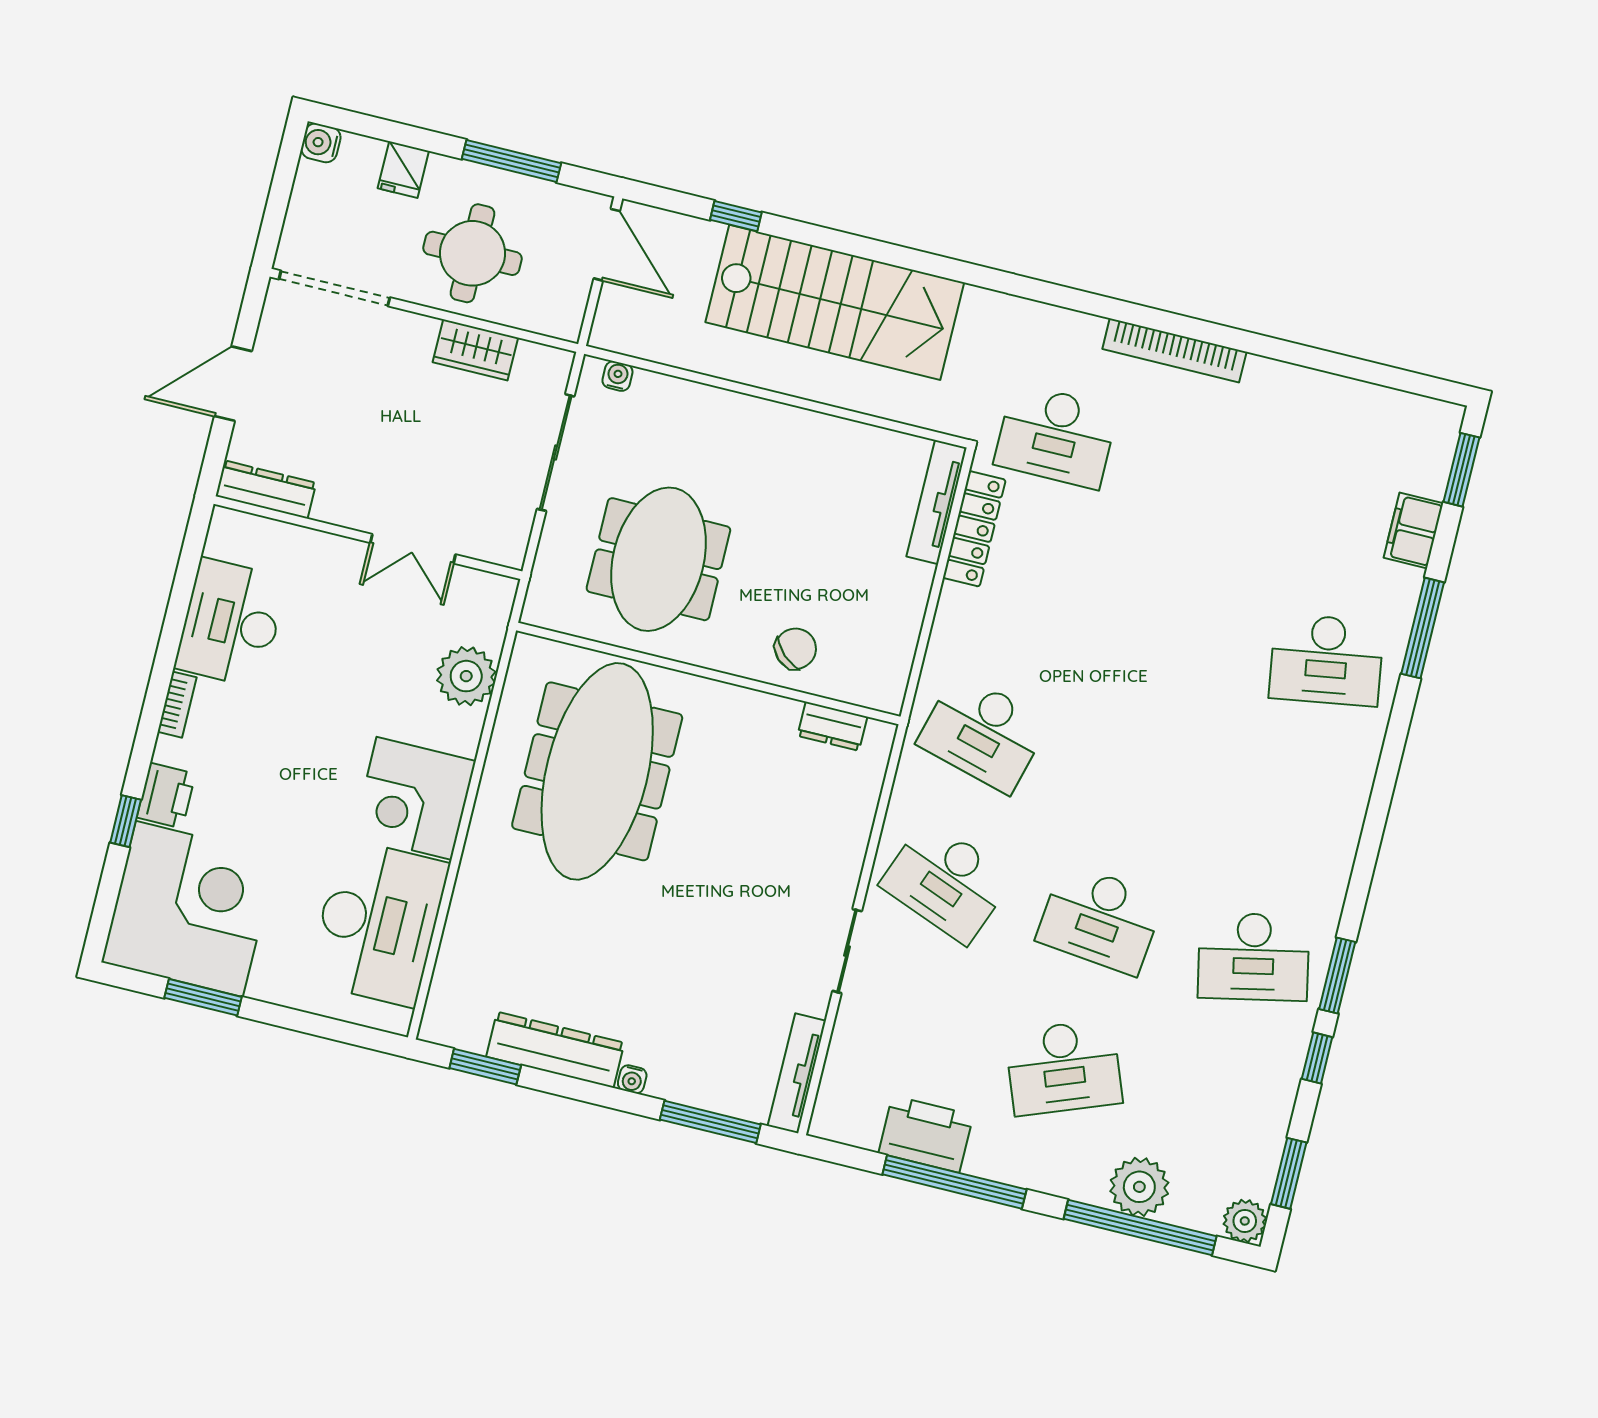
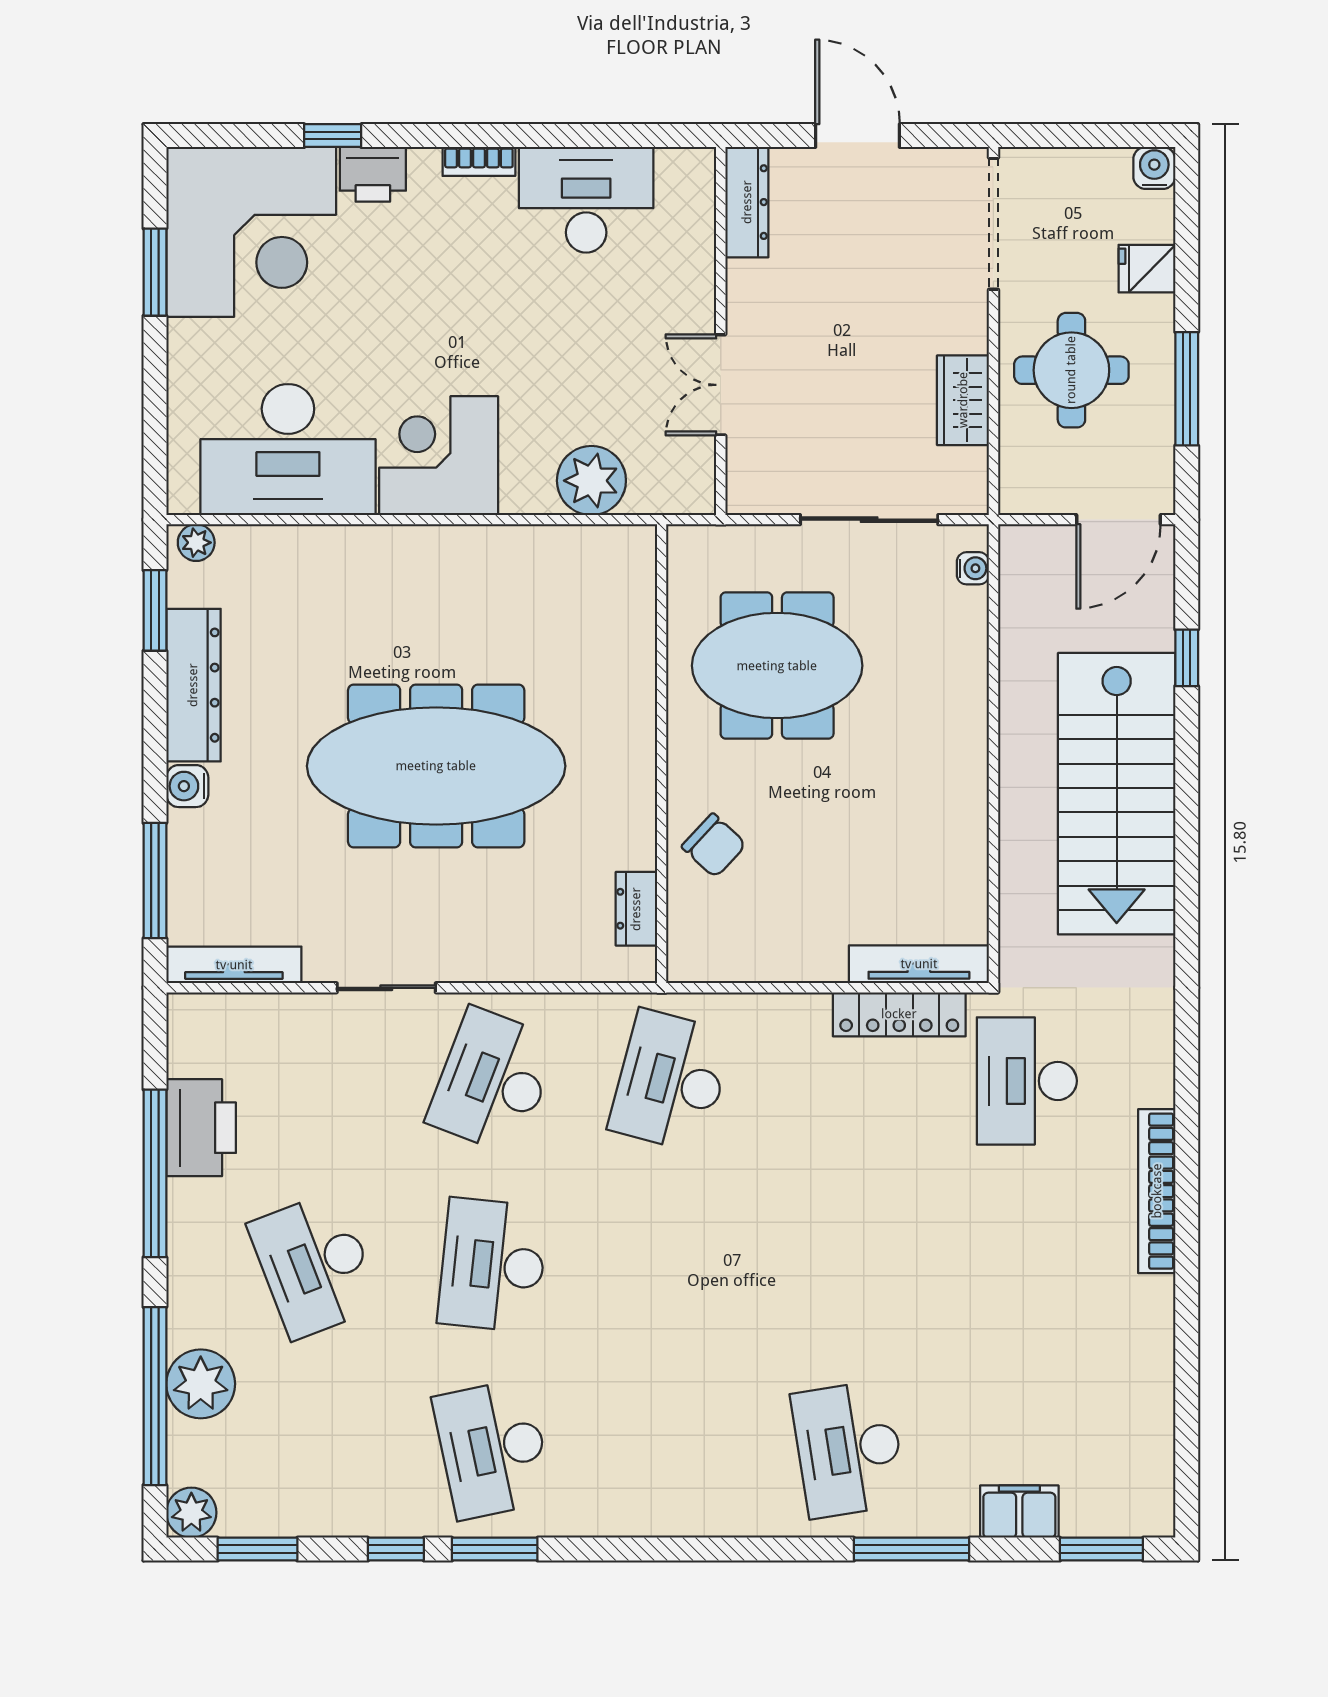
meeting table: (597, 771) -> (436, 766), moved
plant: (437, 1018) -> (196, 543), added
water cooler: (632, 1079) -> (187, 786), width x1.38, depth x1.38

